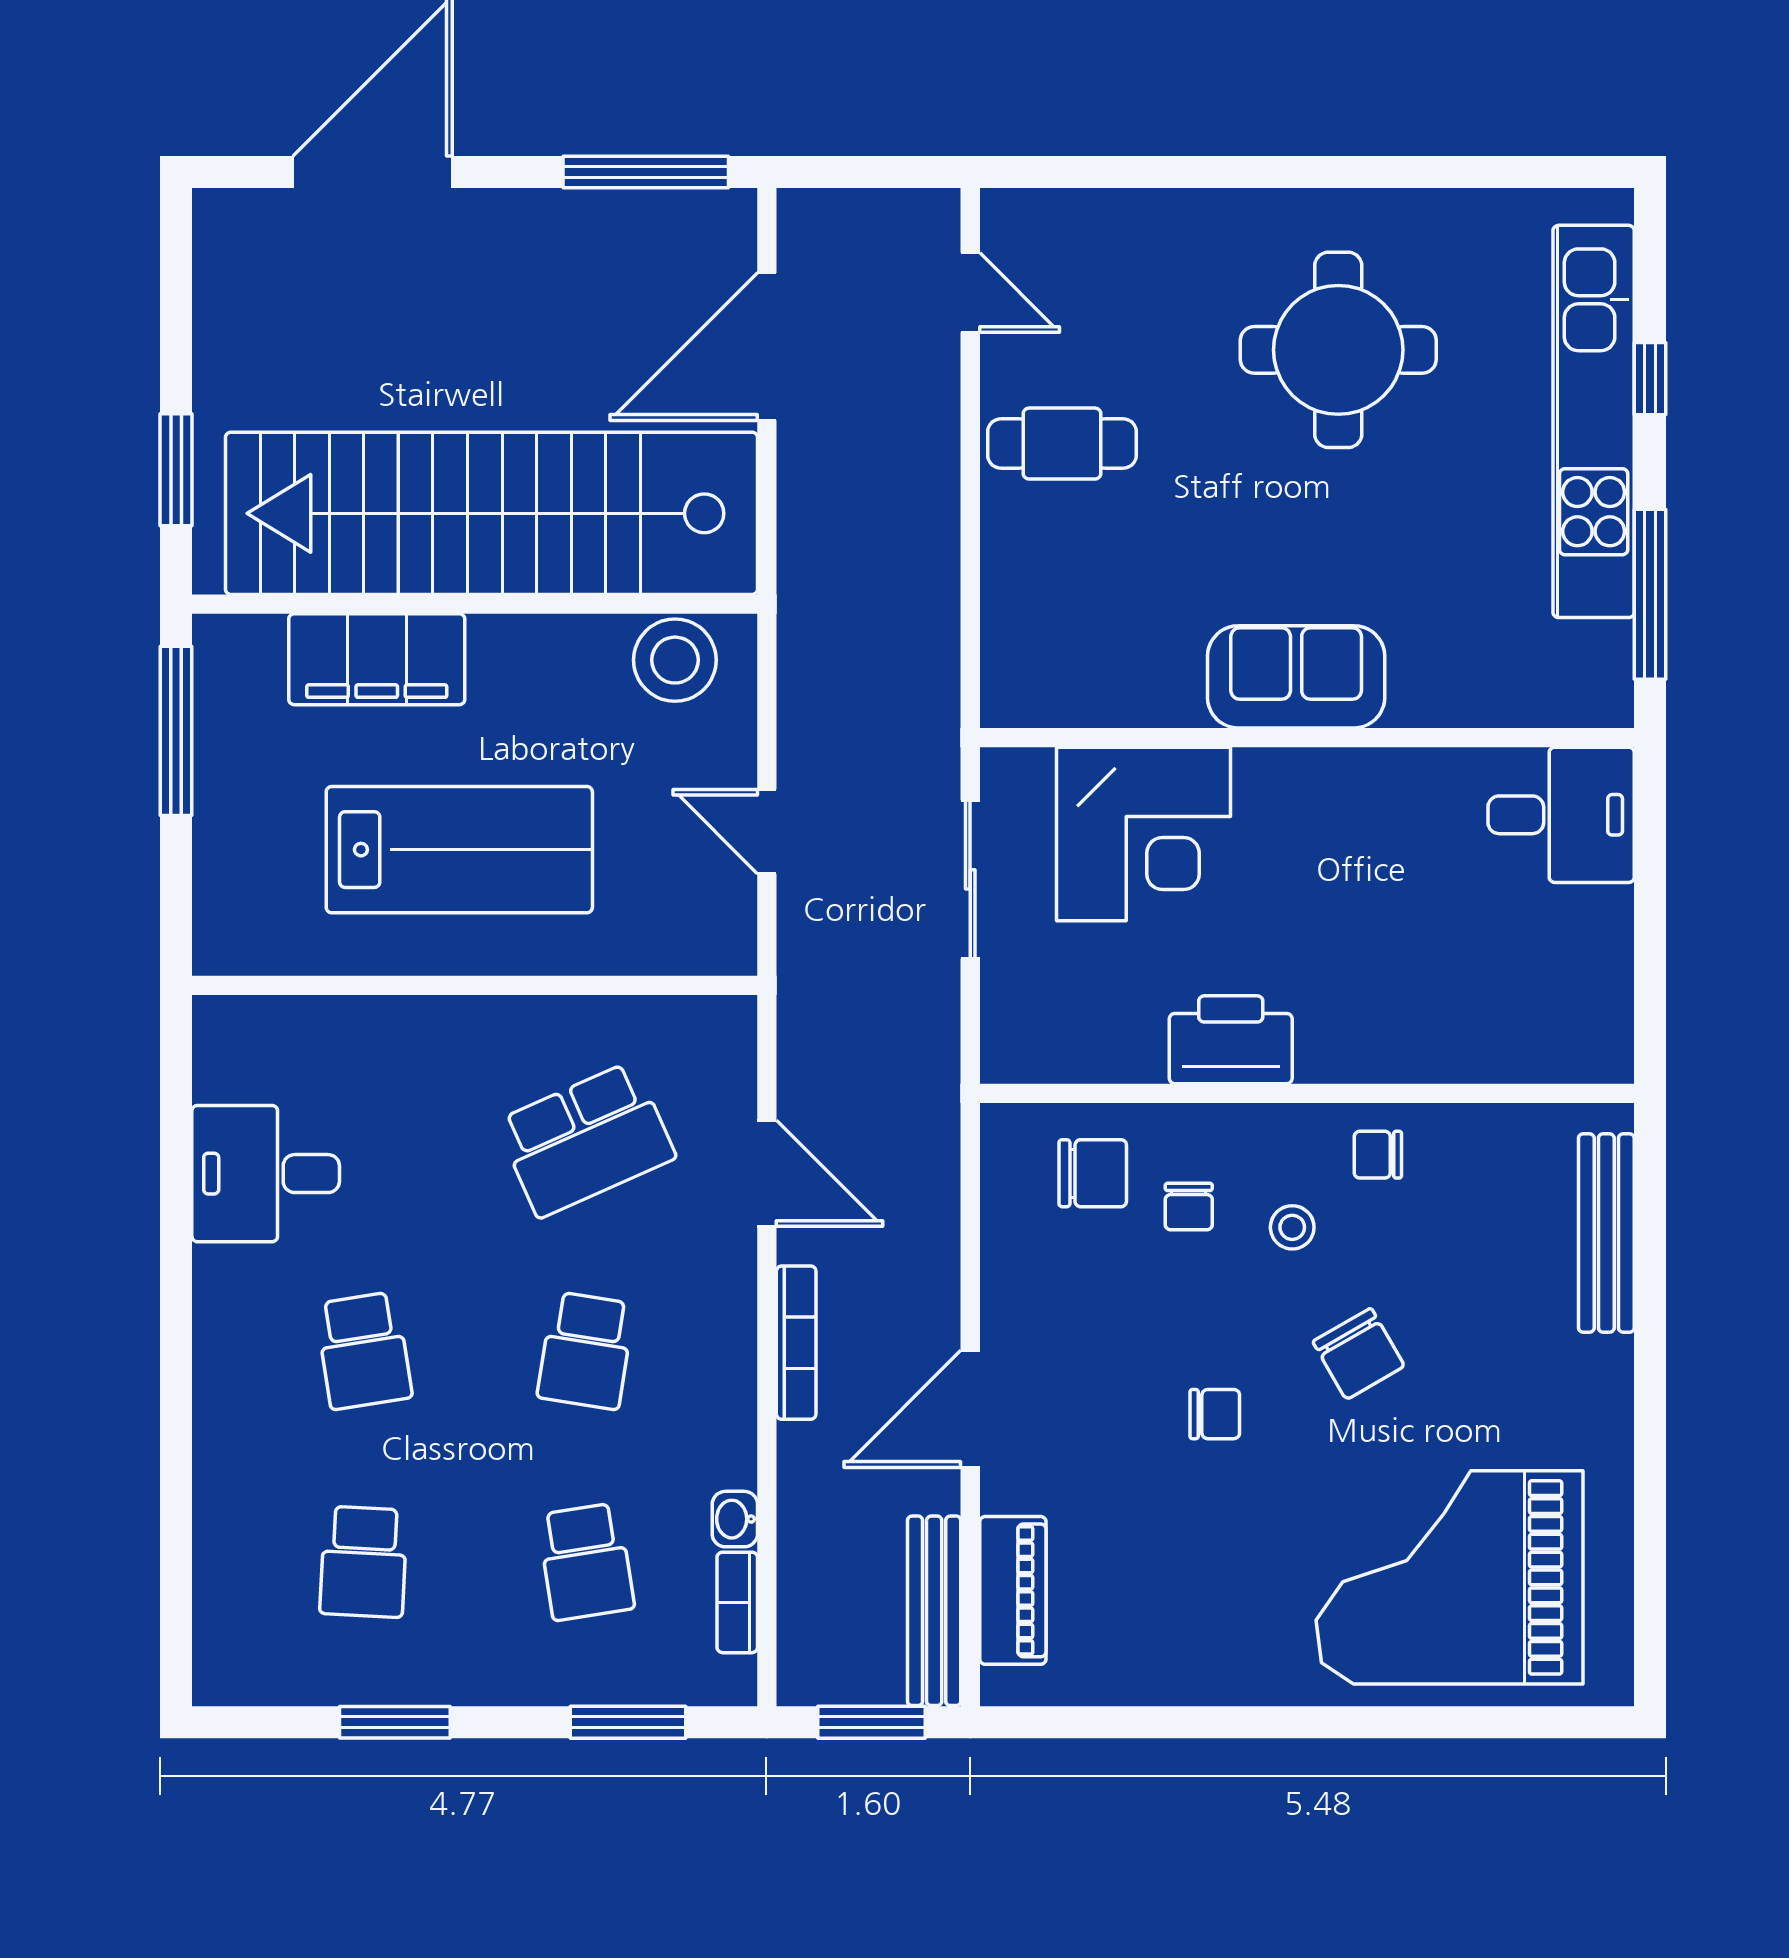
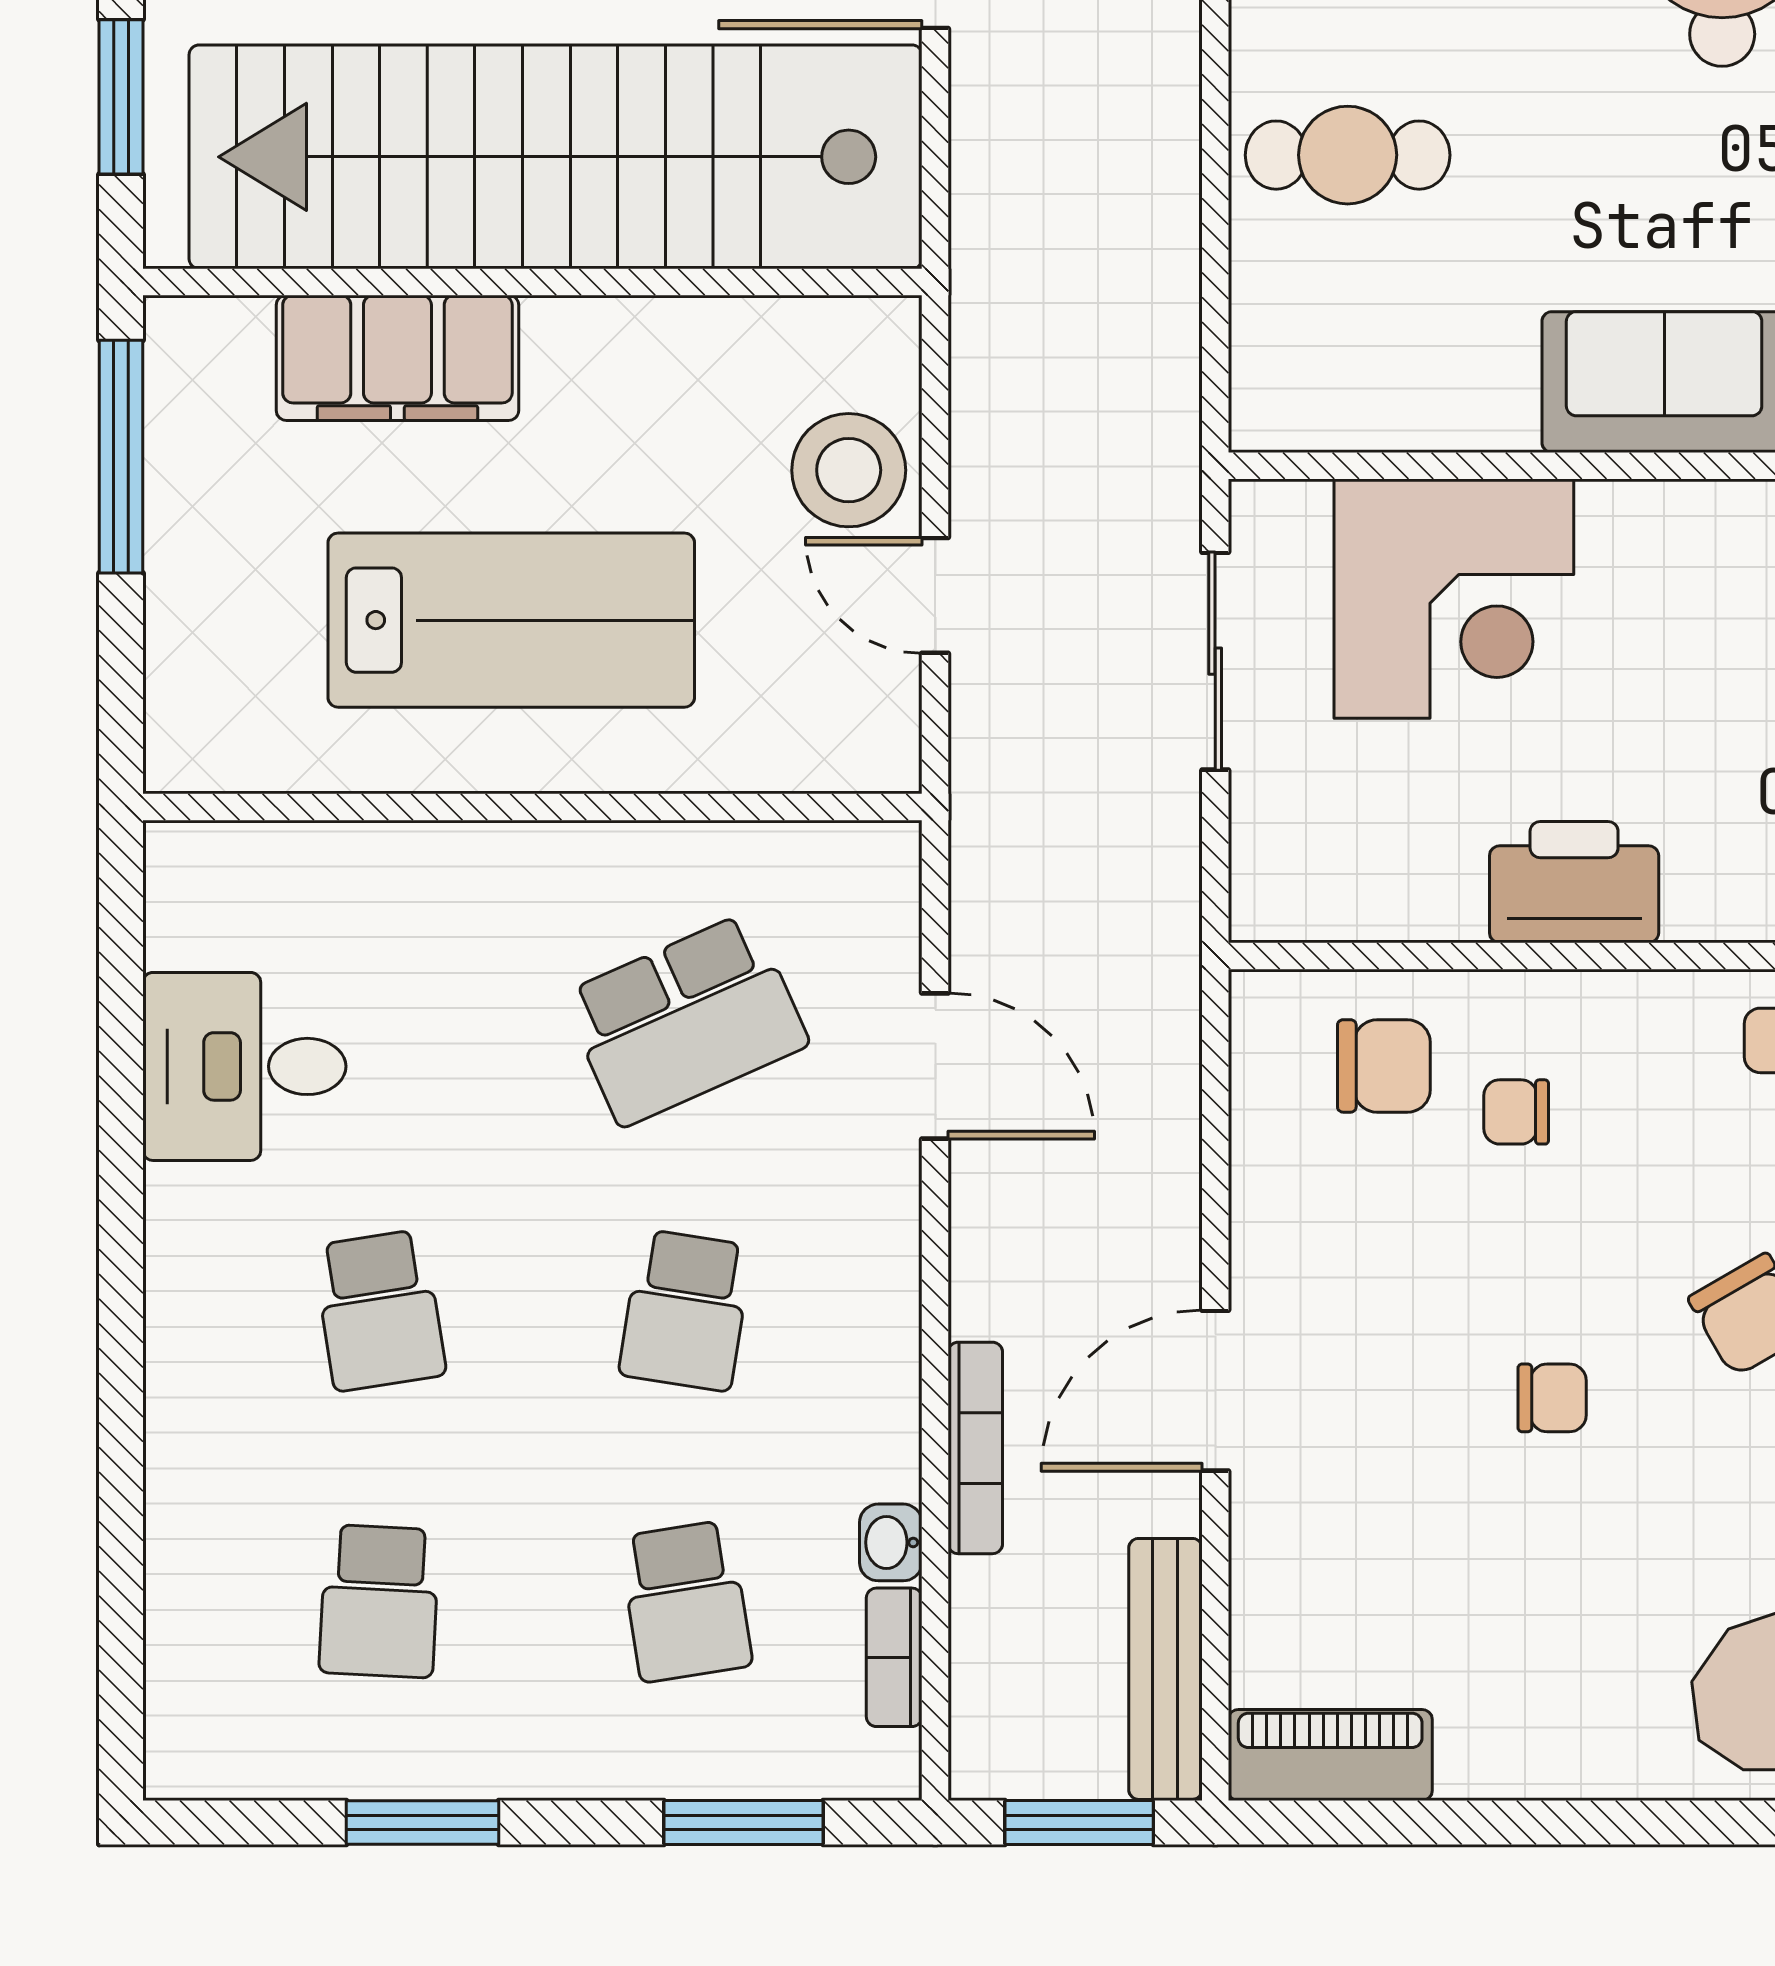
cafe table: (1062, 444) -> (1348, 155), moved
stool: (675, 660) -> (849, 470), moved
chair: (1189, 1207) -> (1516, 1112), turned 90
stool: (1292, 1227) -> (1659, 1141), removed
bookcase: (796, 1343) -> (975, 1448), moved
piano: (1013, 1590) -> (1330, 1755), moved, turned -90

